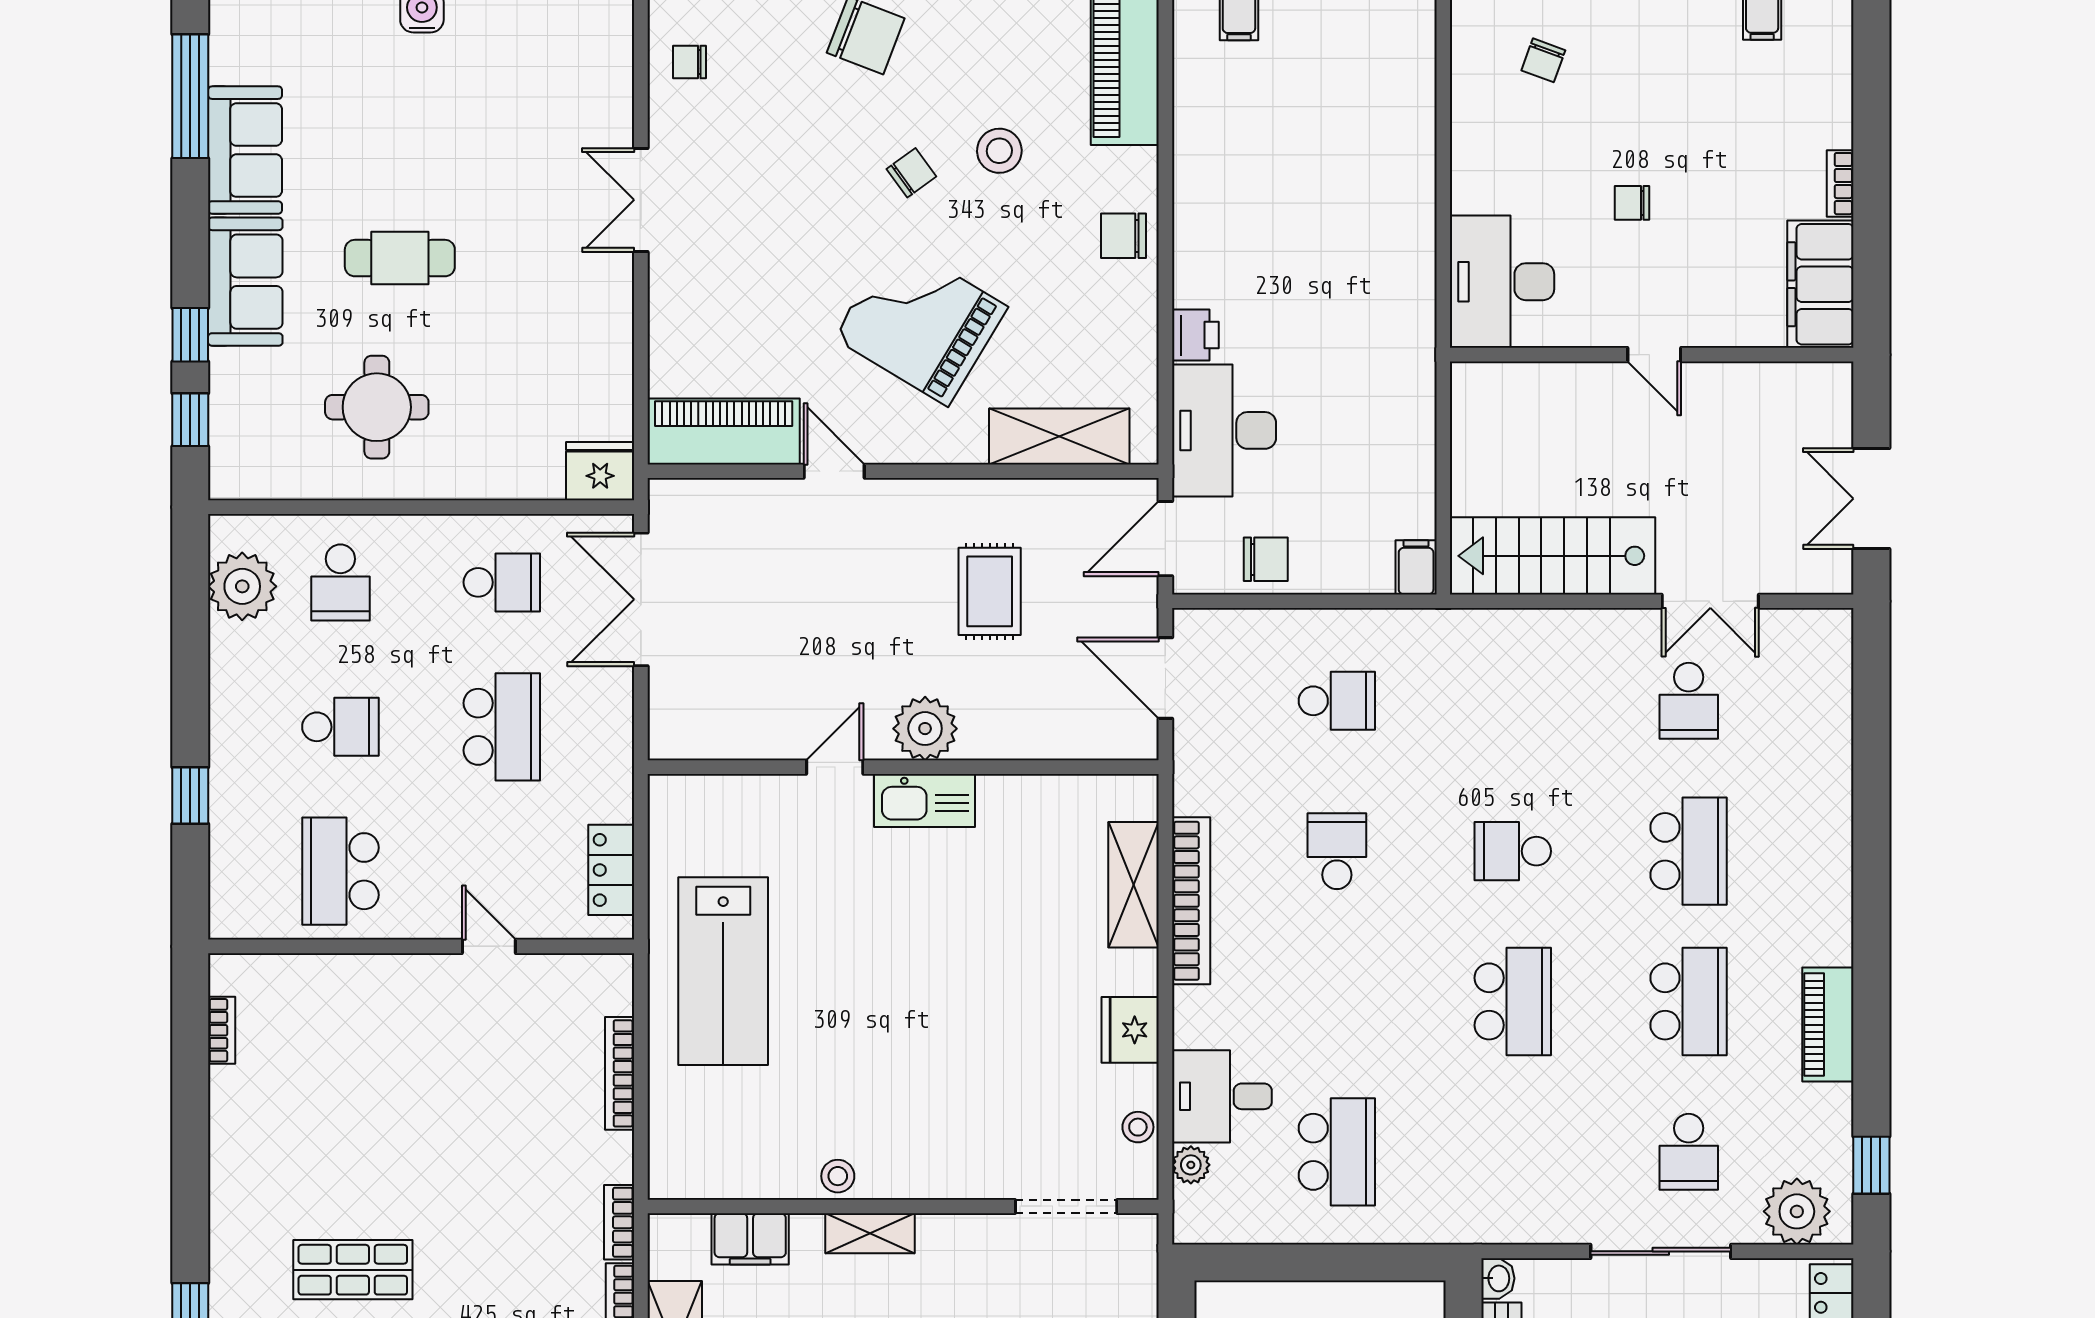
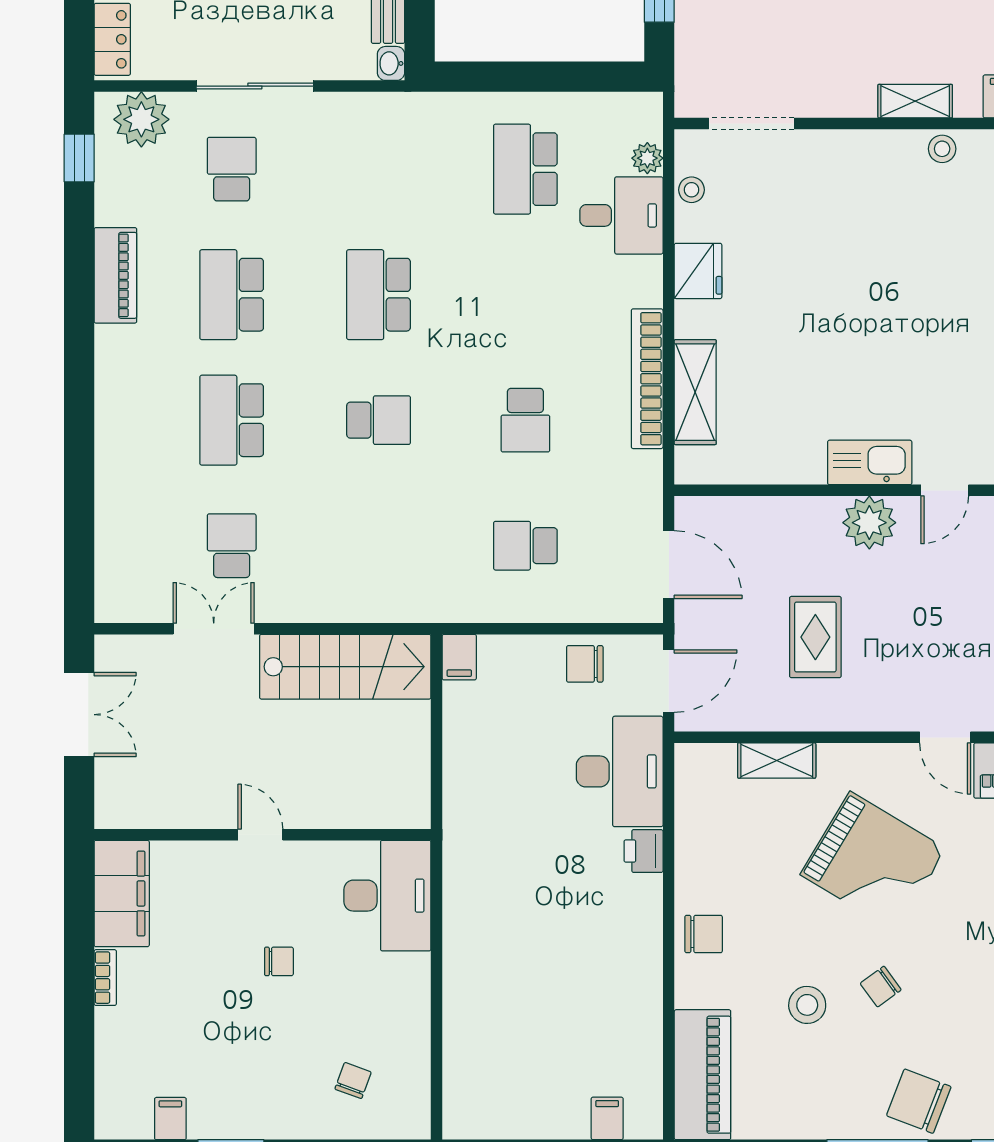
shelving: (1059, 436) -> (777, 761), width x0.67, depth x0.75

